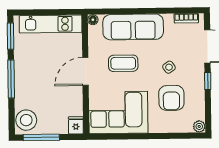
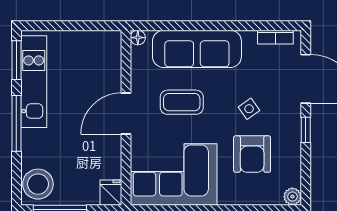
kitchen unit: (51, 24) -> (34, 82), moved, turned -90

